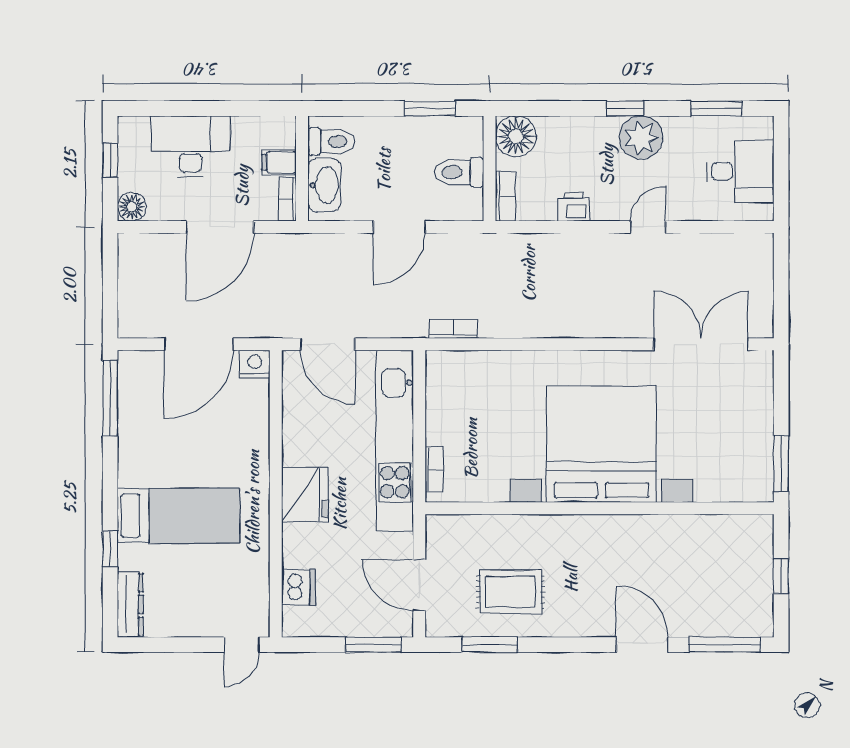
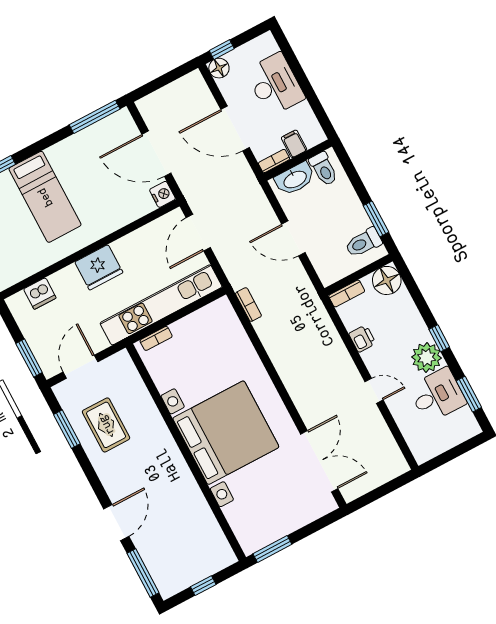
window: (110, 160) -> (222, 50), moved
desk: (740, 171) -> (437, 395), moved, turned -90
toilet: (459, 172) -> (363, 243), moved, turned -90

